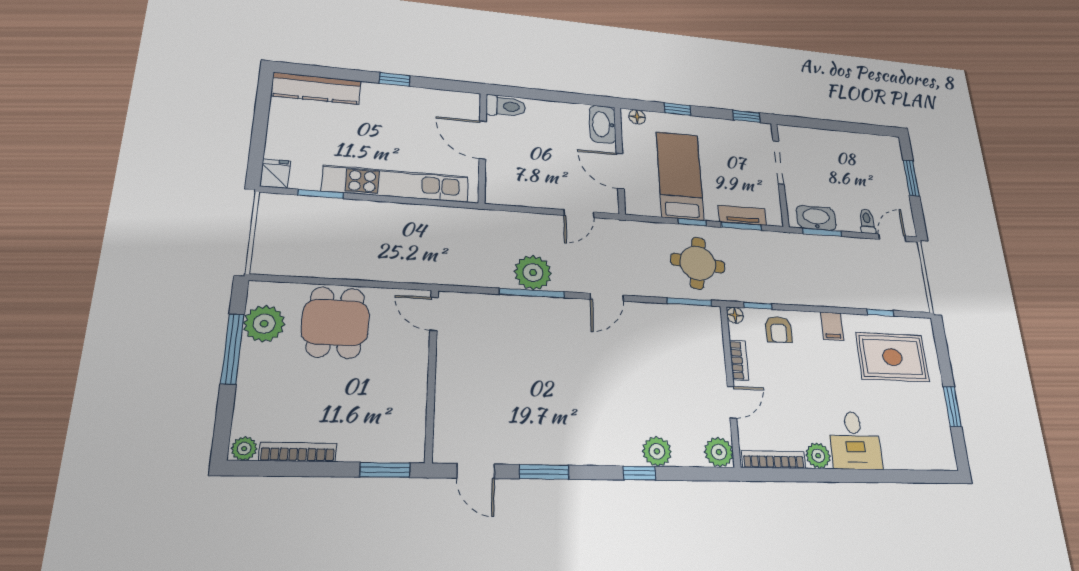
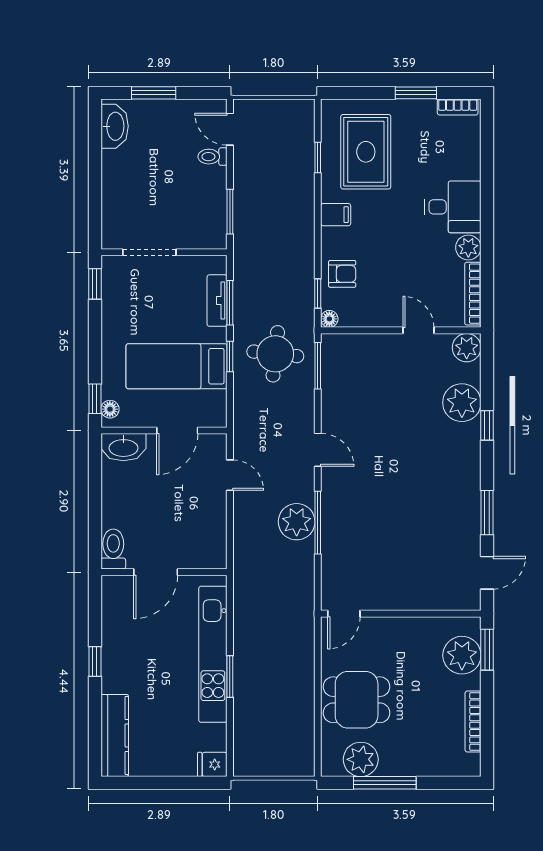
window: (678, 109) -> (95, 399), moved
window: (321, 194) -> (230, 676), moved
washbasin: (816, 218) -> (115, 126), moved, turned 180
bookcase: (739, 360) -> (458, 107), moved, turned 180
plant: (244, 449) -> (462, 655), moved, width x1.88, depth x1.88
plant: (657, 451) -> (462, 403), width x1.36, depth x1.36

